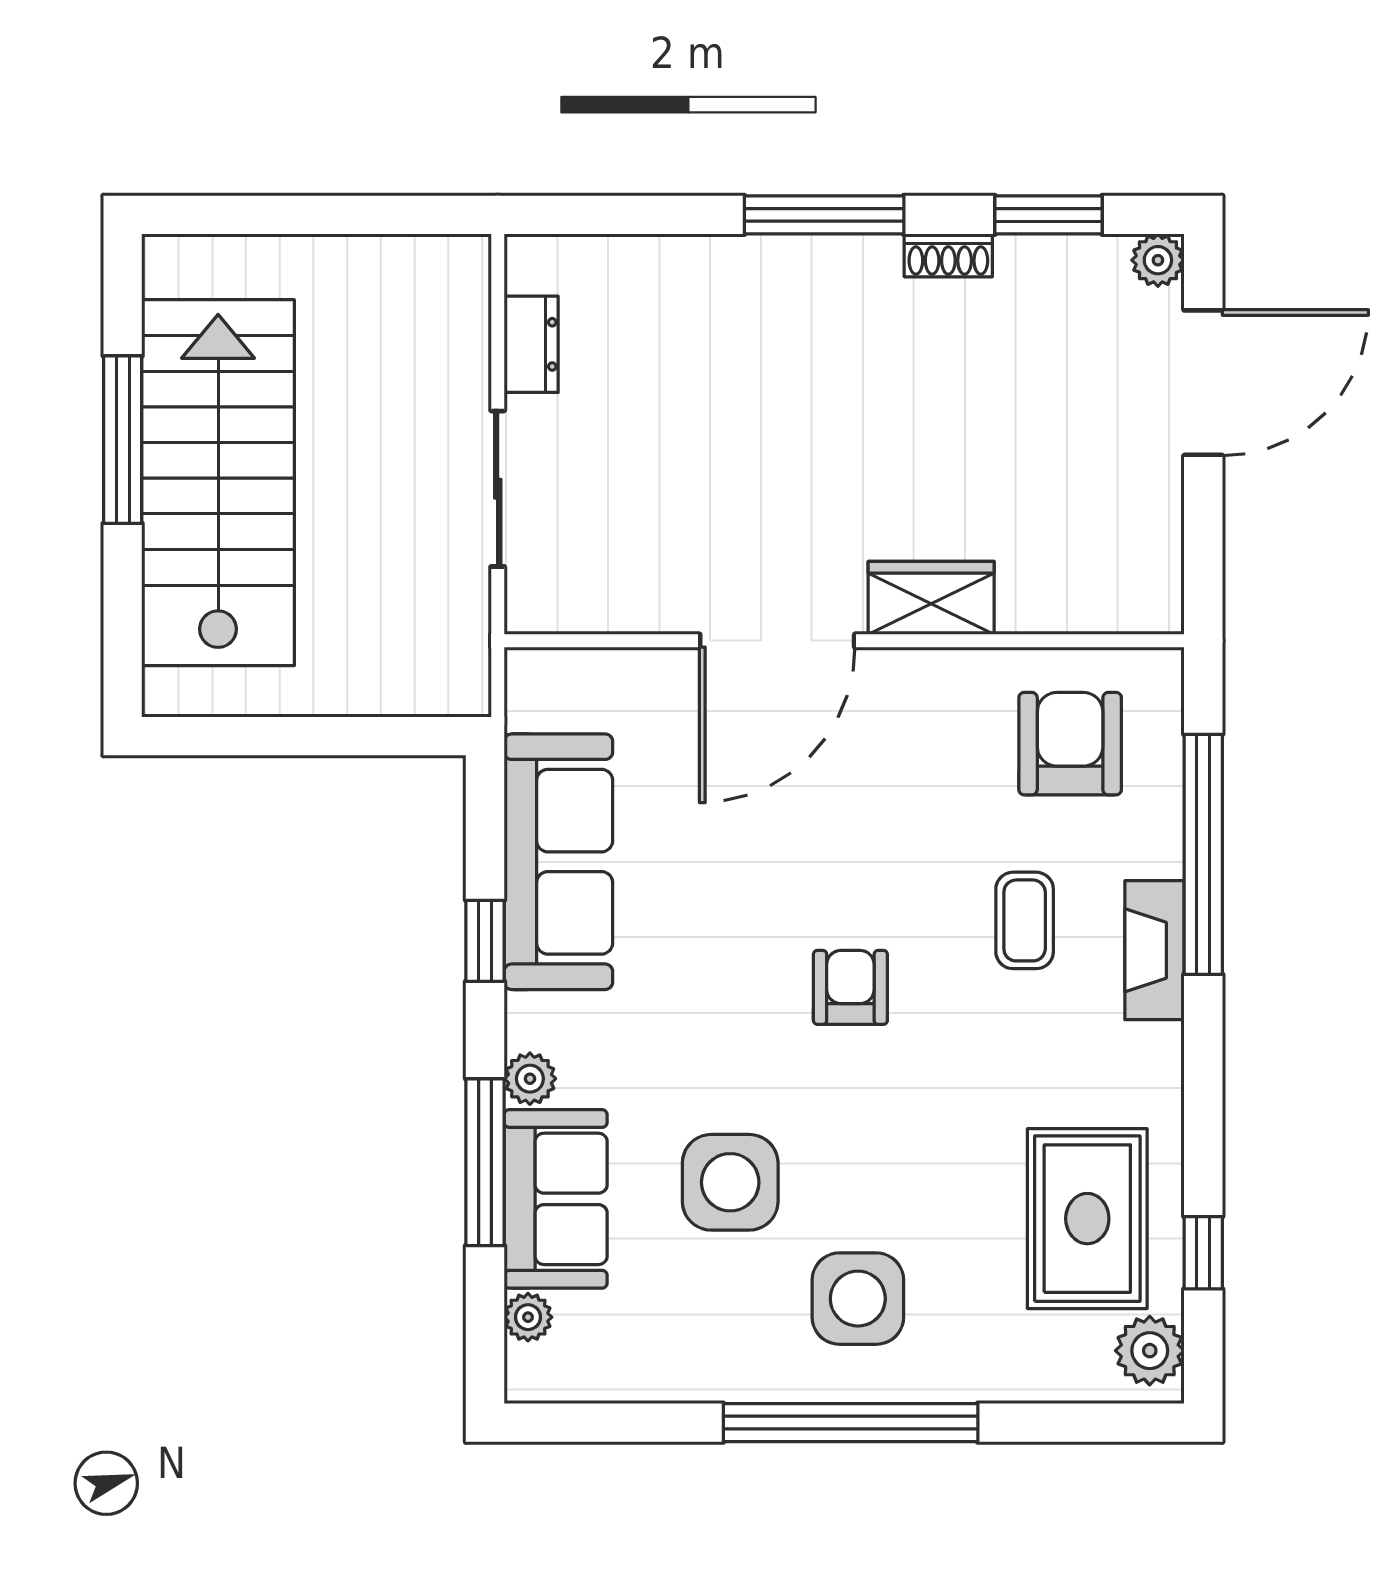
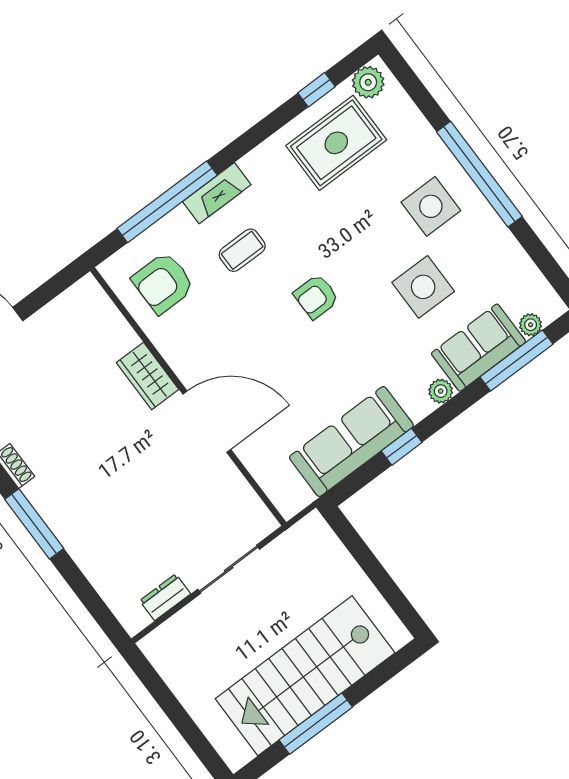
window: (485, 1162) -> (516, 361), moved

